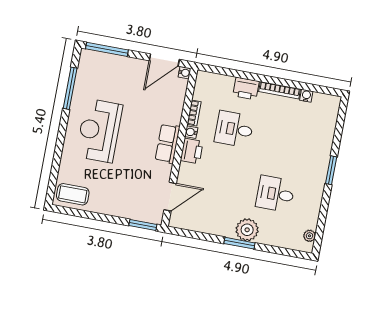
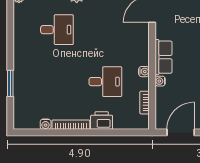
water cooler: (185, 73) -> (160, 81), moved
bookcase: (194, 113) -> (145, 103), moved
printer: (192, 151) -> (140, 54), removed
window: (331, 170) -> (10, 83), moved

